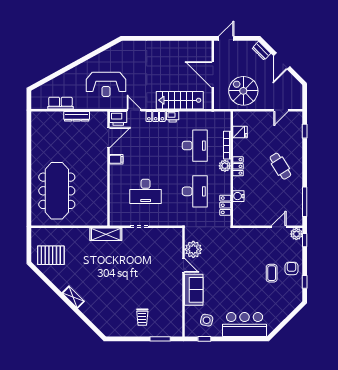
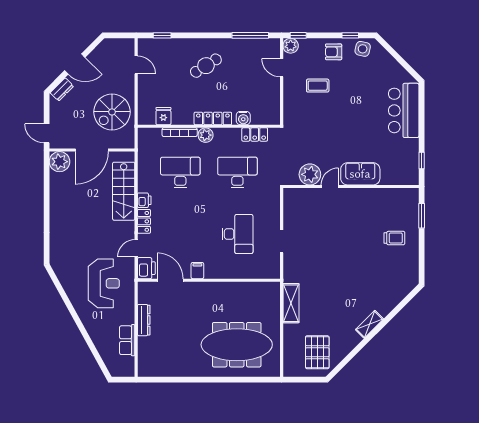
plant: (204, 49) -> (60, 162), added
locker: (238, 166) -> (213, 118), width x1.53
shelving: (106, 234) -> (291, 303), moved
coffee table: (272, 273) -> (318, 86), moved
side table: (207, 320) -> (363, 49), moved

